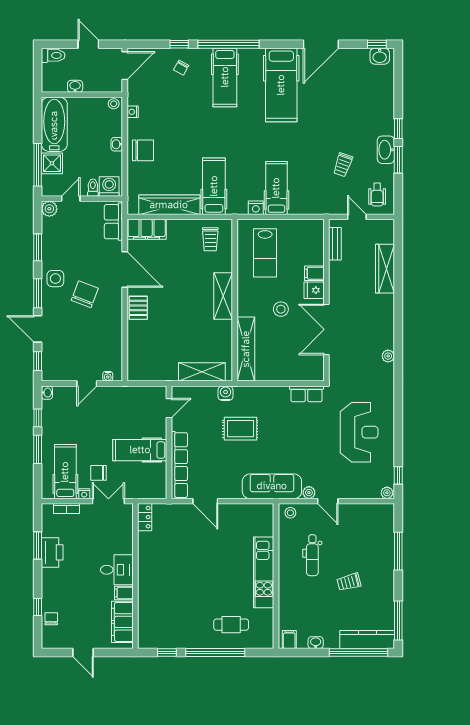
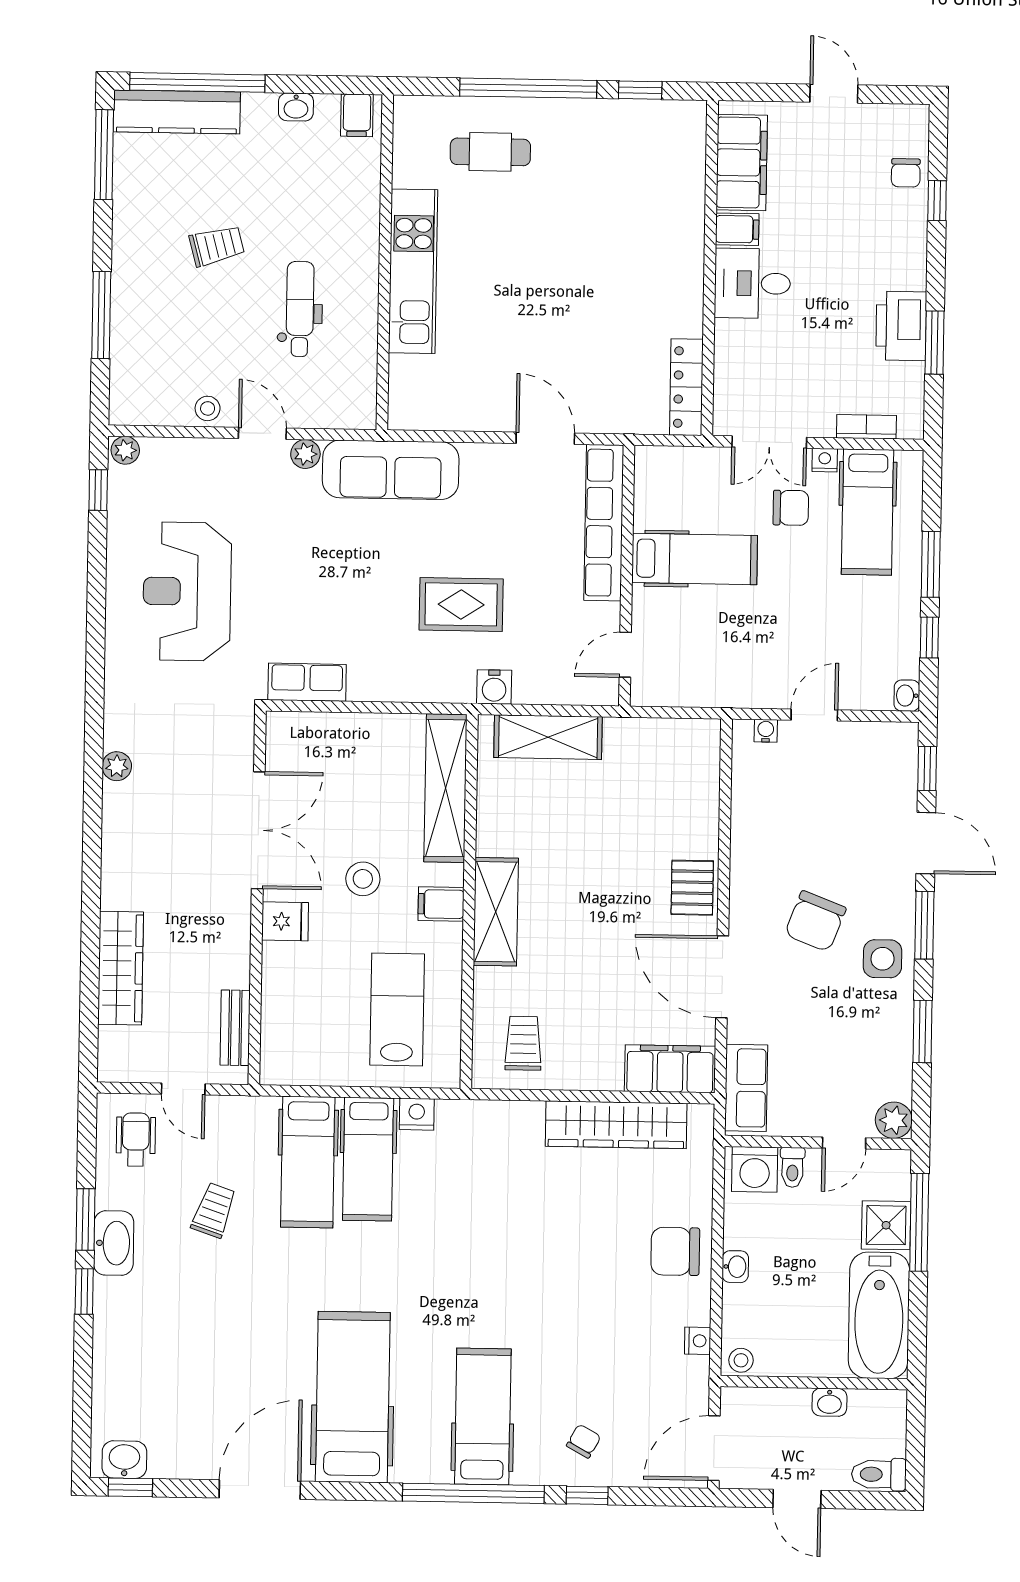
hospital bed: (214, 186) -> (308, 1162), moved
filing cabinet: (314, 273) -> (441, 904), moved, turned 180
stool: (290, 513) -> (208, 408), moved
locker: (145, 517) -> (686, 387), width x1.53

